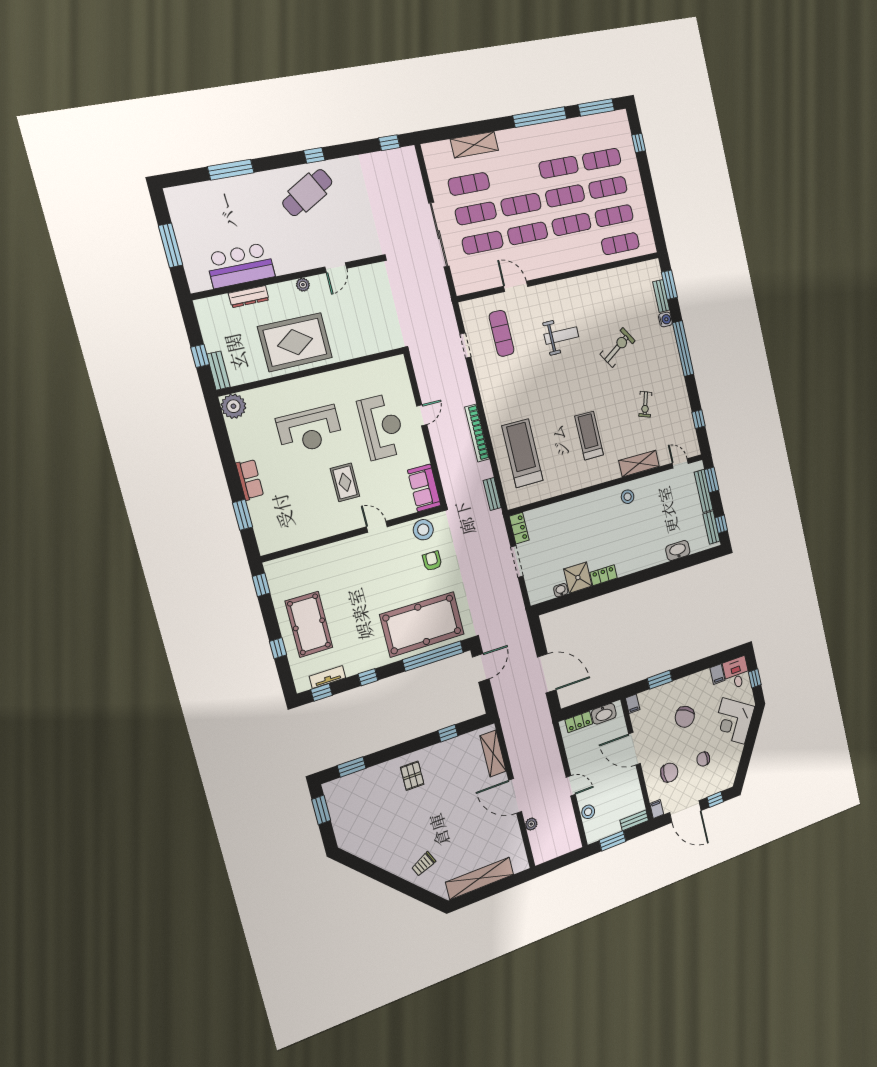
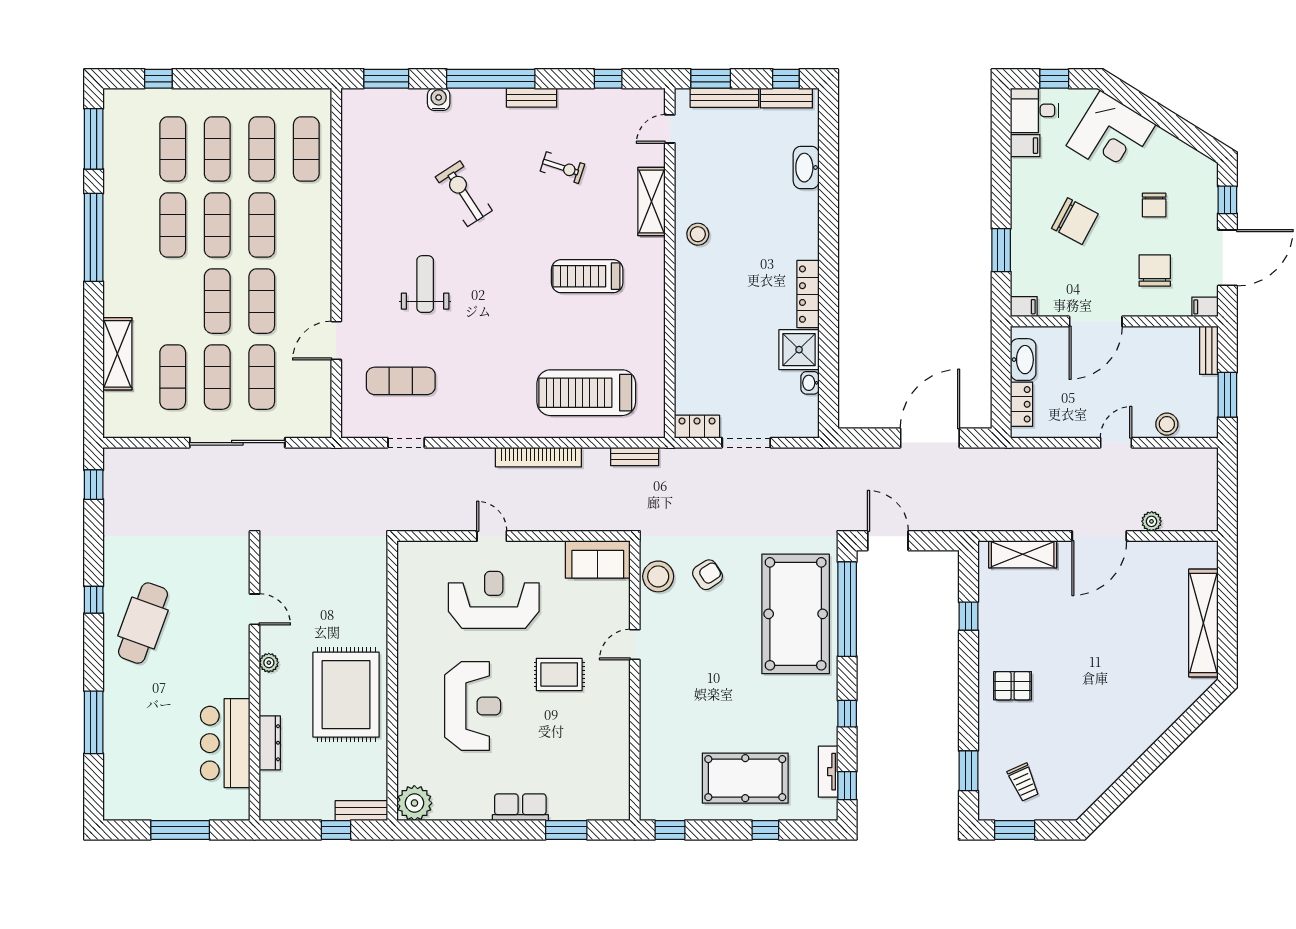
cafe table: (307, 193) -> (143, 623), turned 49
bench: (661, 296) -> (532, 98), moved
armchair: (432, 561) -> (707, 575), turned 147
locker: (604, 575) -> (808, 294), width x1.53
trolley: (424, 864) -> (1023, 782), moved

